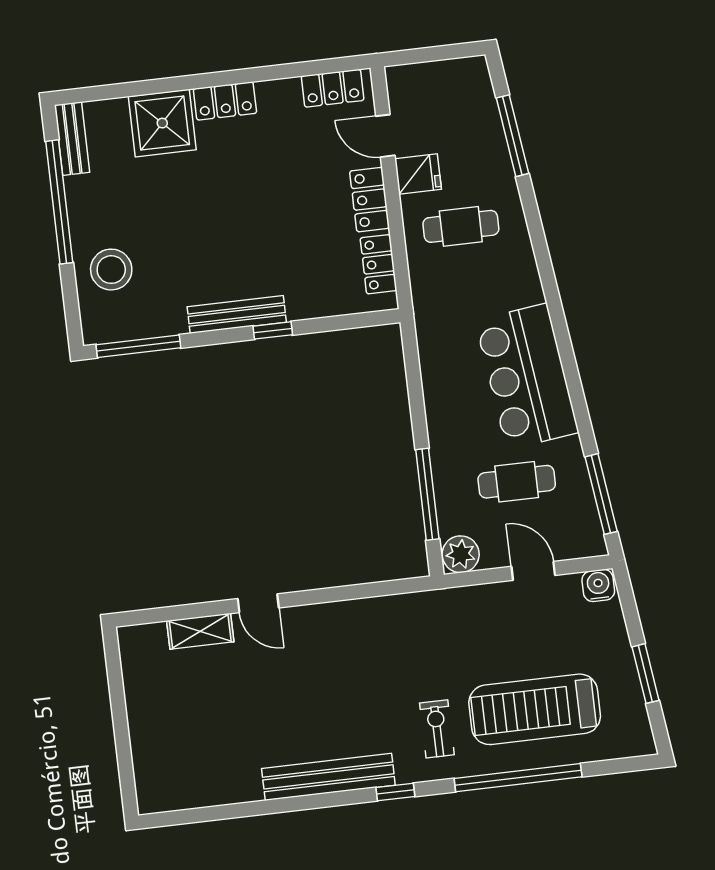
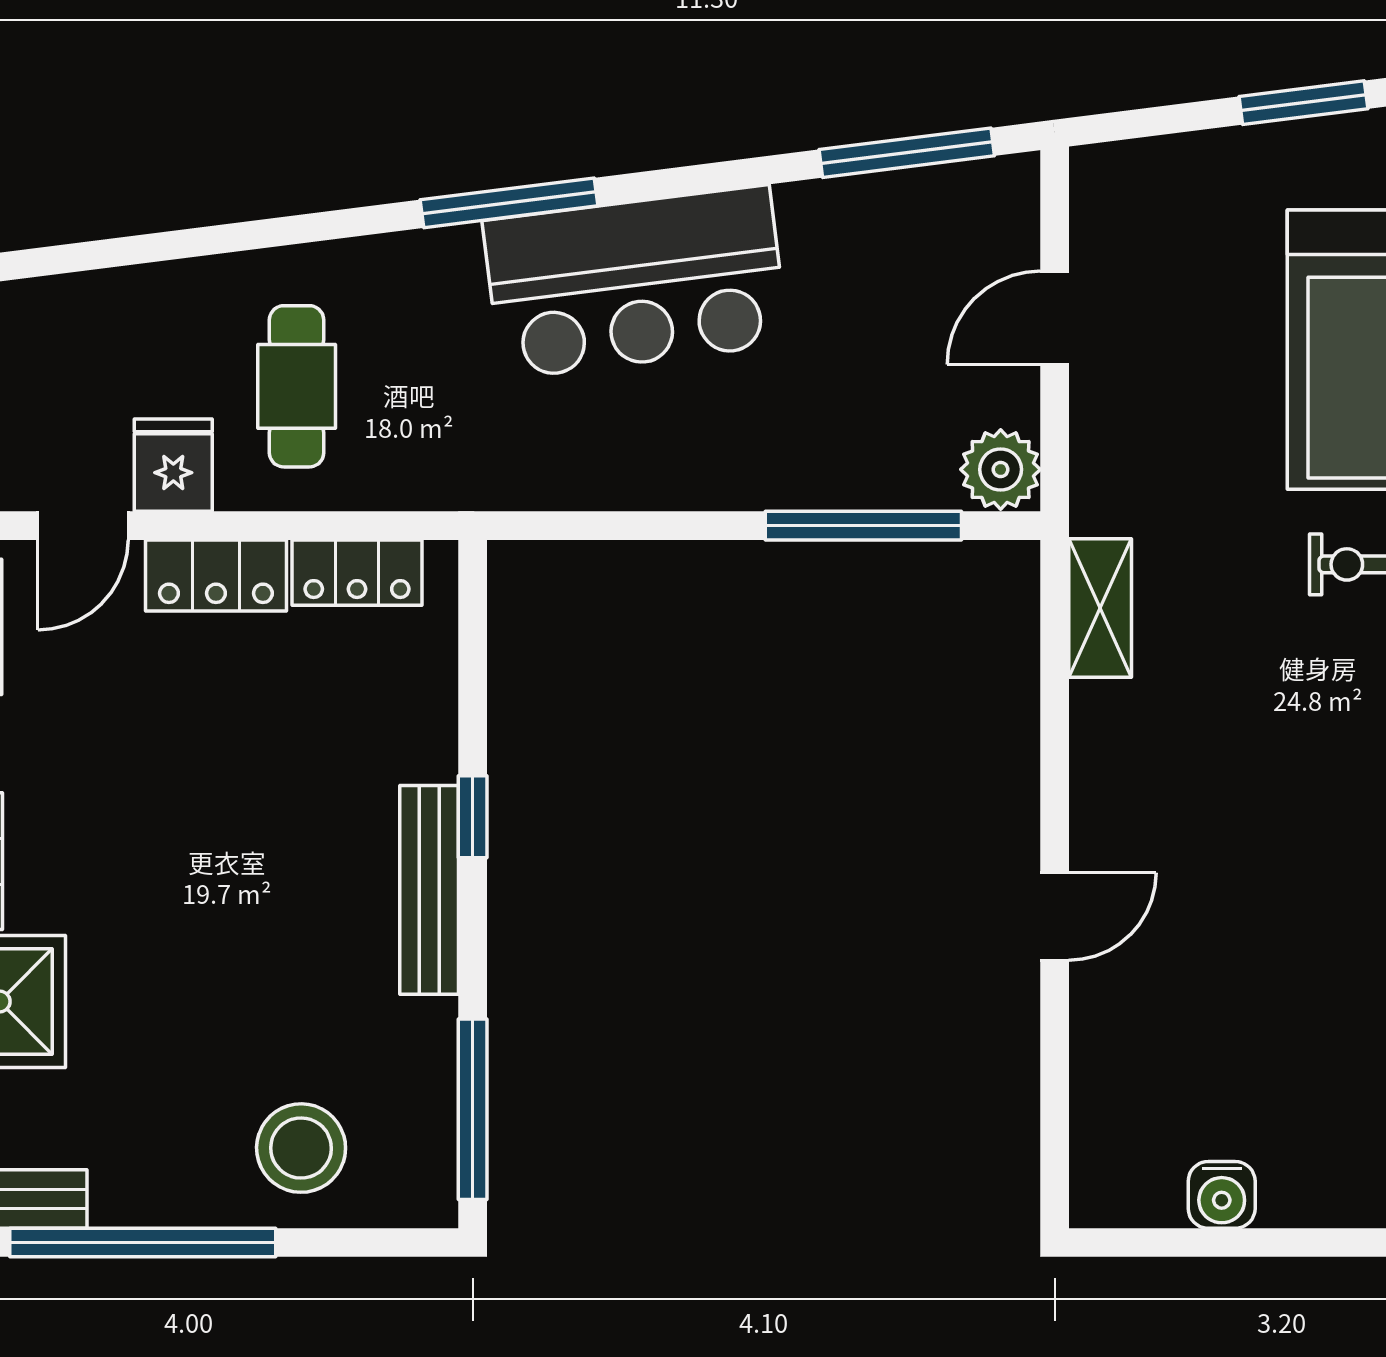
window: (512, 136) -> (509, 203), moved
cafe table: (517, 482) -> (859, 331), removed
water cooler: (598, 585) -> (1222, 1195), moved, turned -90
shelving: (200, 631) -> (1100, 608), moved

